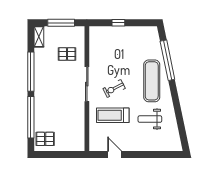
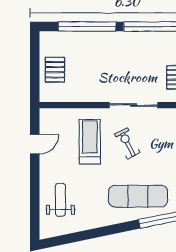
weight bench: (150, 119) -> (60, 200), moved
pallet: (45, 139) -> (55, 70), moved

